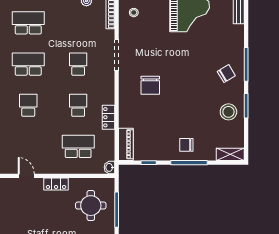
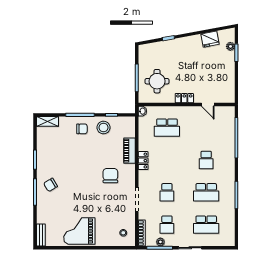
school desk: (78, 105) -> (167, 225), moved
stool: (228, 112) -> (103, 128), moved
locker: (108, 117) -> (143, 161), moved
piano: (126, 144) -> (129, 151), moved

